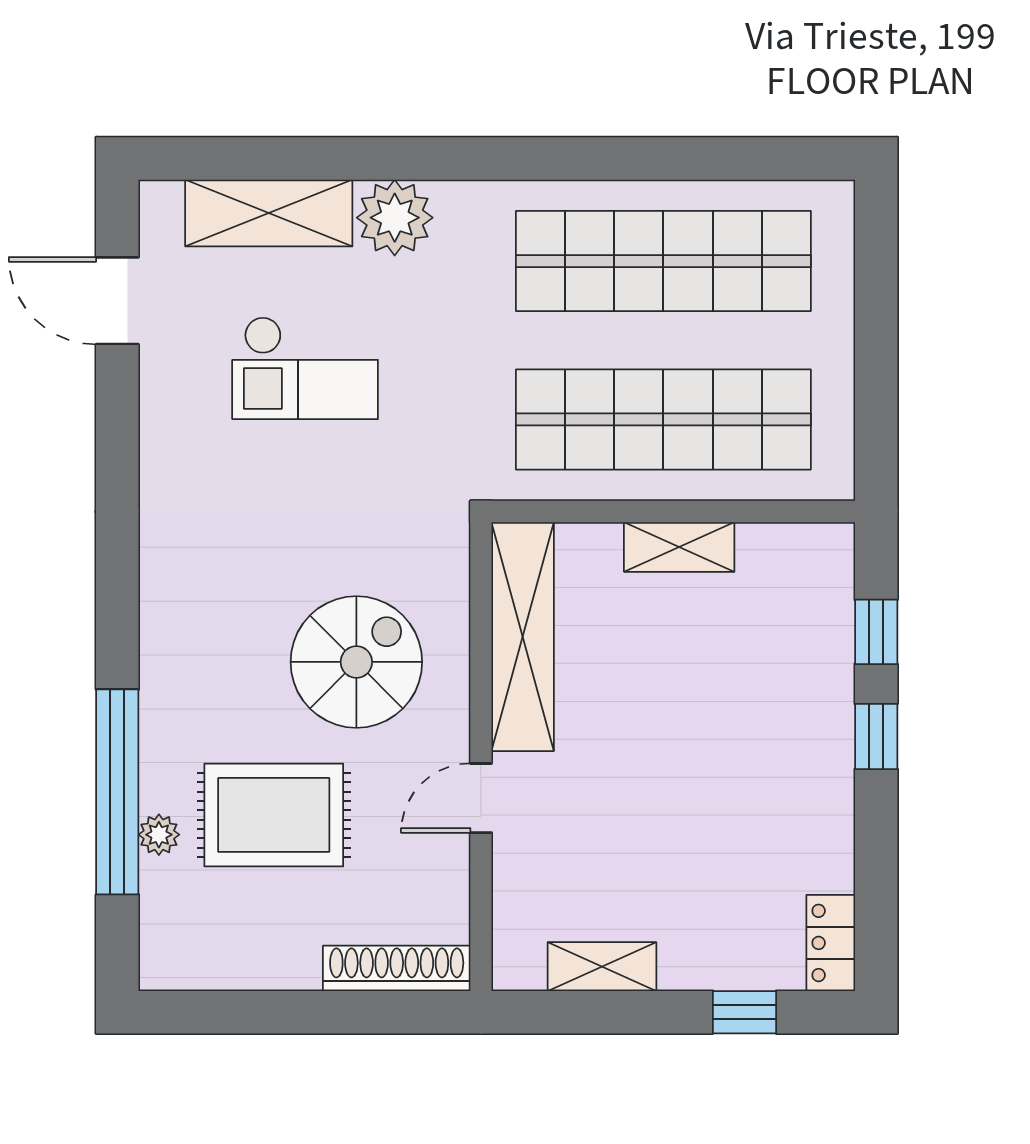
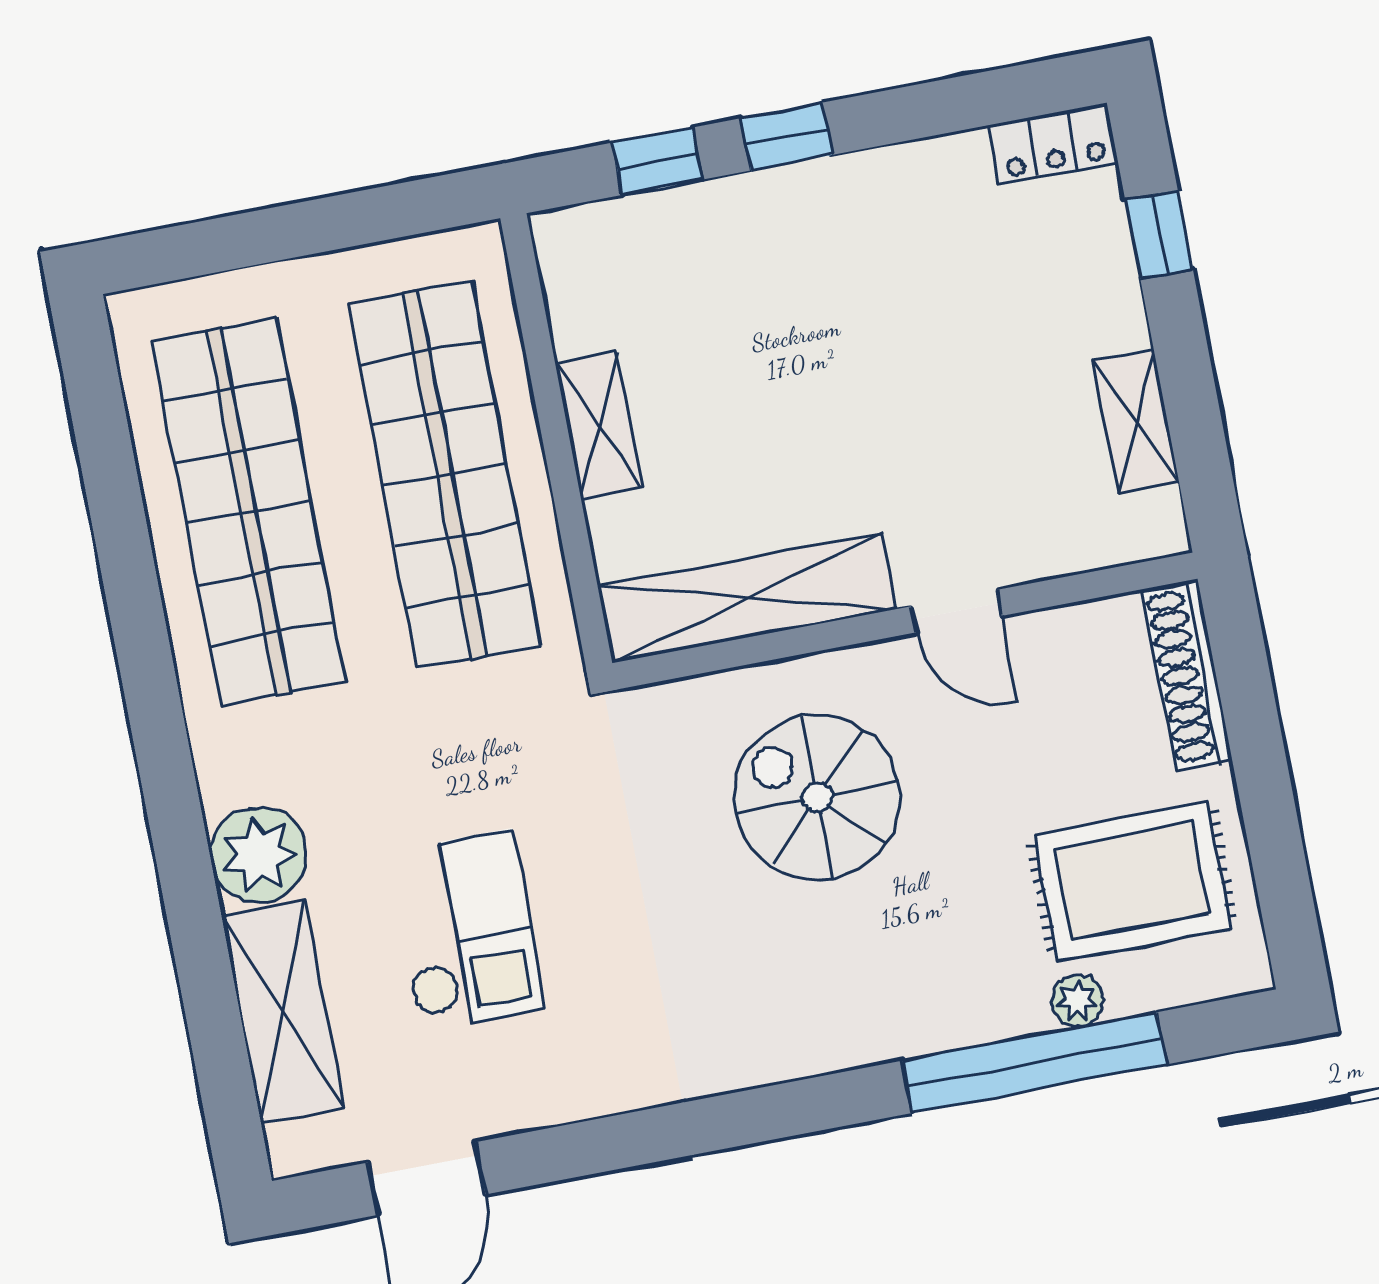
rug: (274, 815) -> (1132, 881), moved, turned 90

